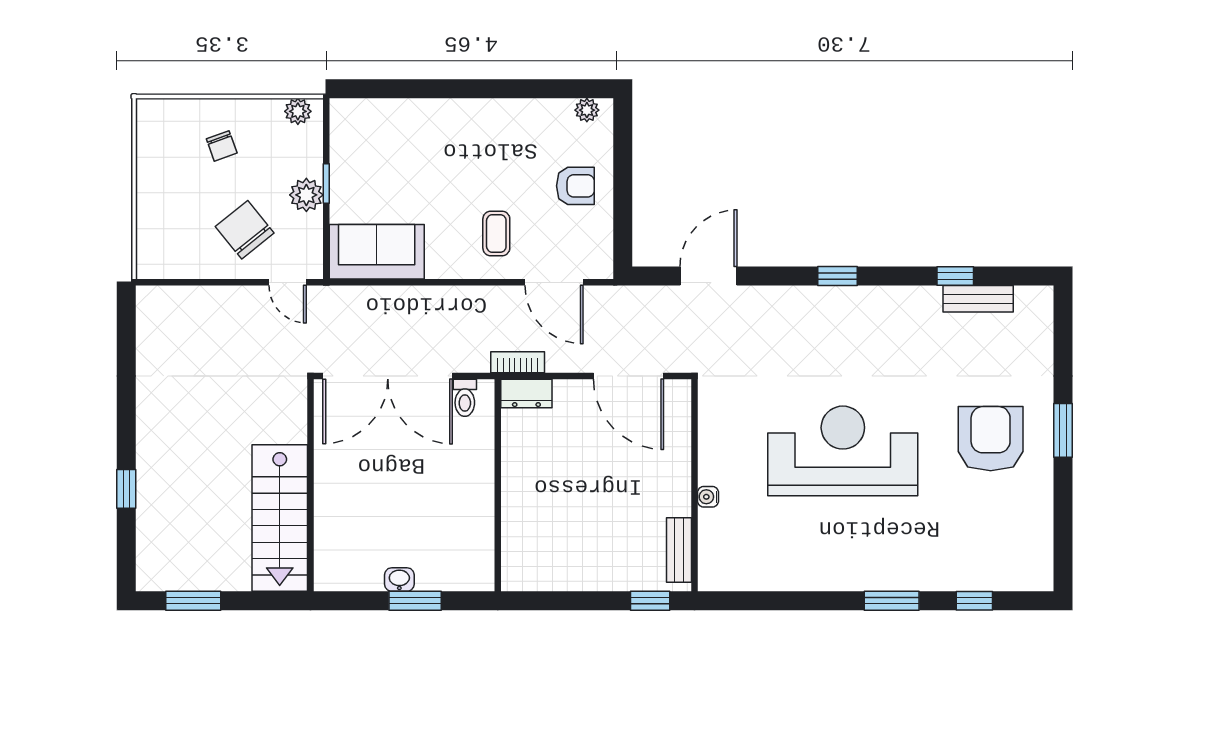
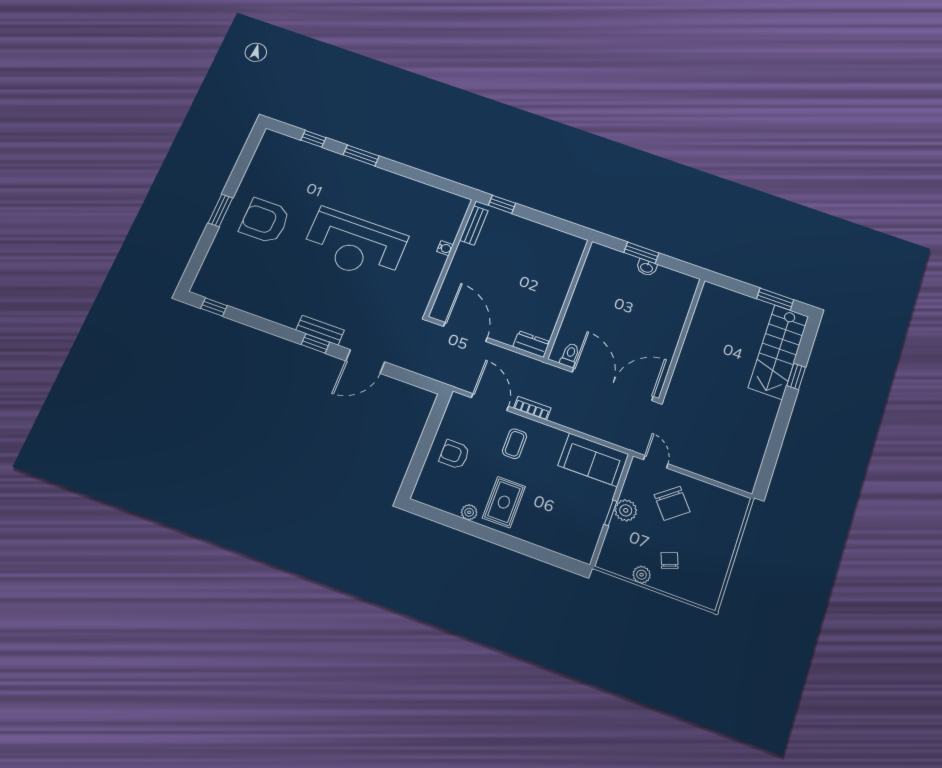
plant: (587, 110) -> (469, 512), moved
plant: (298, 111) -> (642, 575), moved
rug: (481, 143) -> (504, 502), added
door: (709, 276) -> (365, 361), moved
window: (955, 276) -> (214, 307), moved
bench: (978, 299) -> (320, 330), moved
bookcase: (518, 362) -> (532, 408), moved, turned 180
armchair: (991, 439) -> (265, 221), turned 90
stairs: (280, 518) -> (778, 352), moved, turned 180

